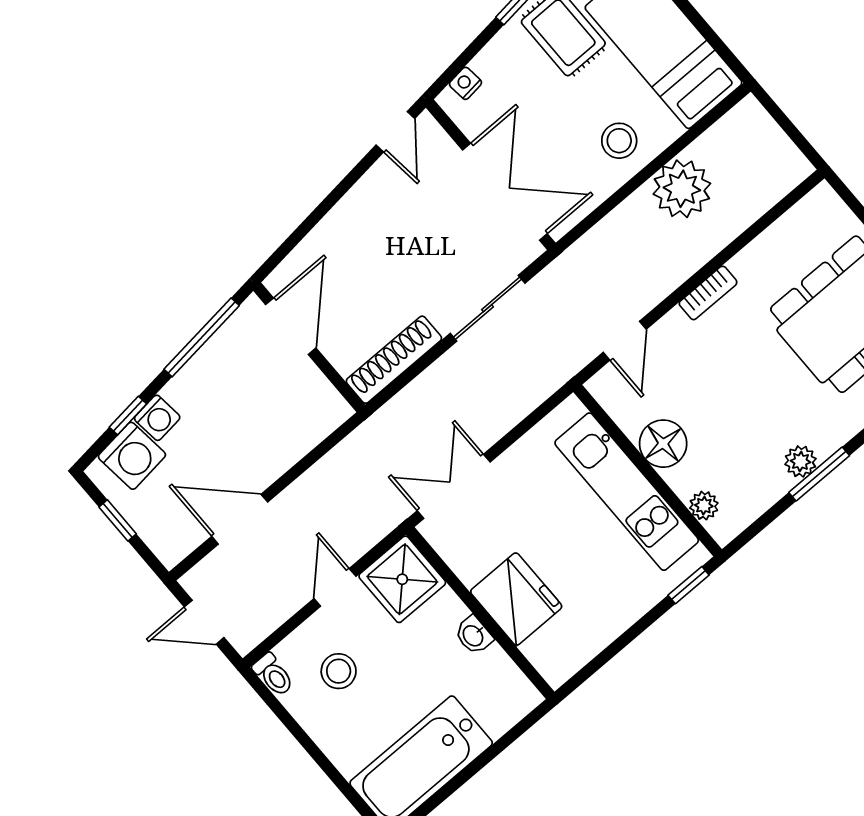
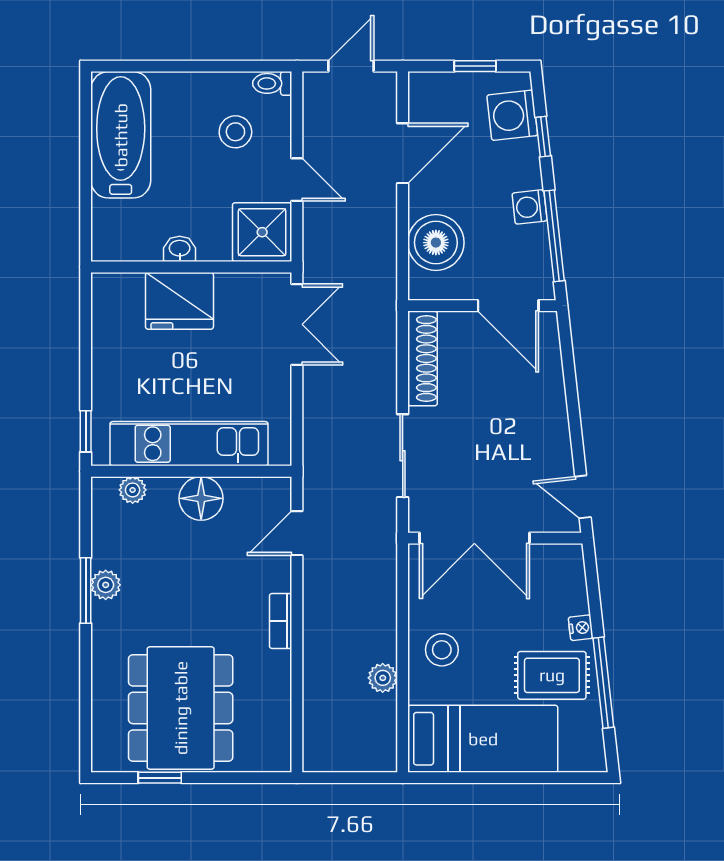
nightstand: (465, 83) -> (581, 628), moved
plant: (682, 189) -> (383, 678), width x0.53, depth x0.53
door: (625, 341) -> (297, 533), hinge flipped
washing machine: (157, 418) -> (530, 207), moved
boiler: (290, 430) -> (436, 243), added

